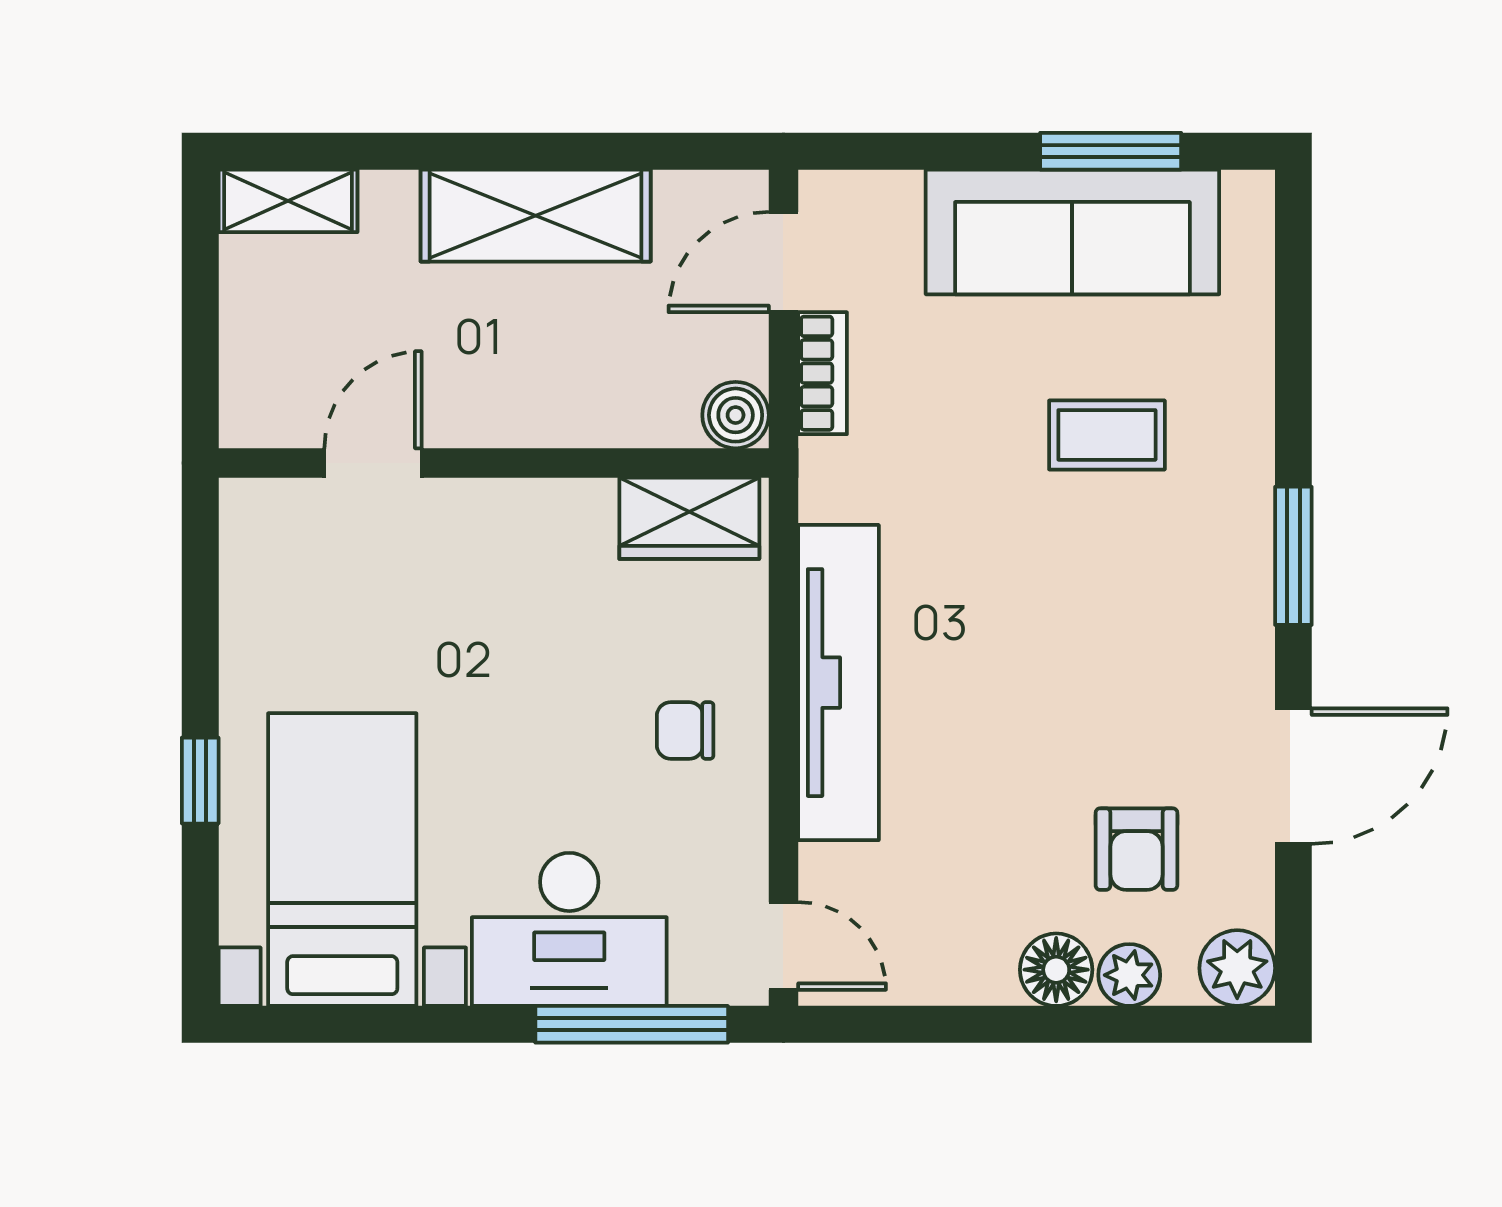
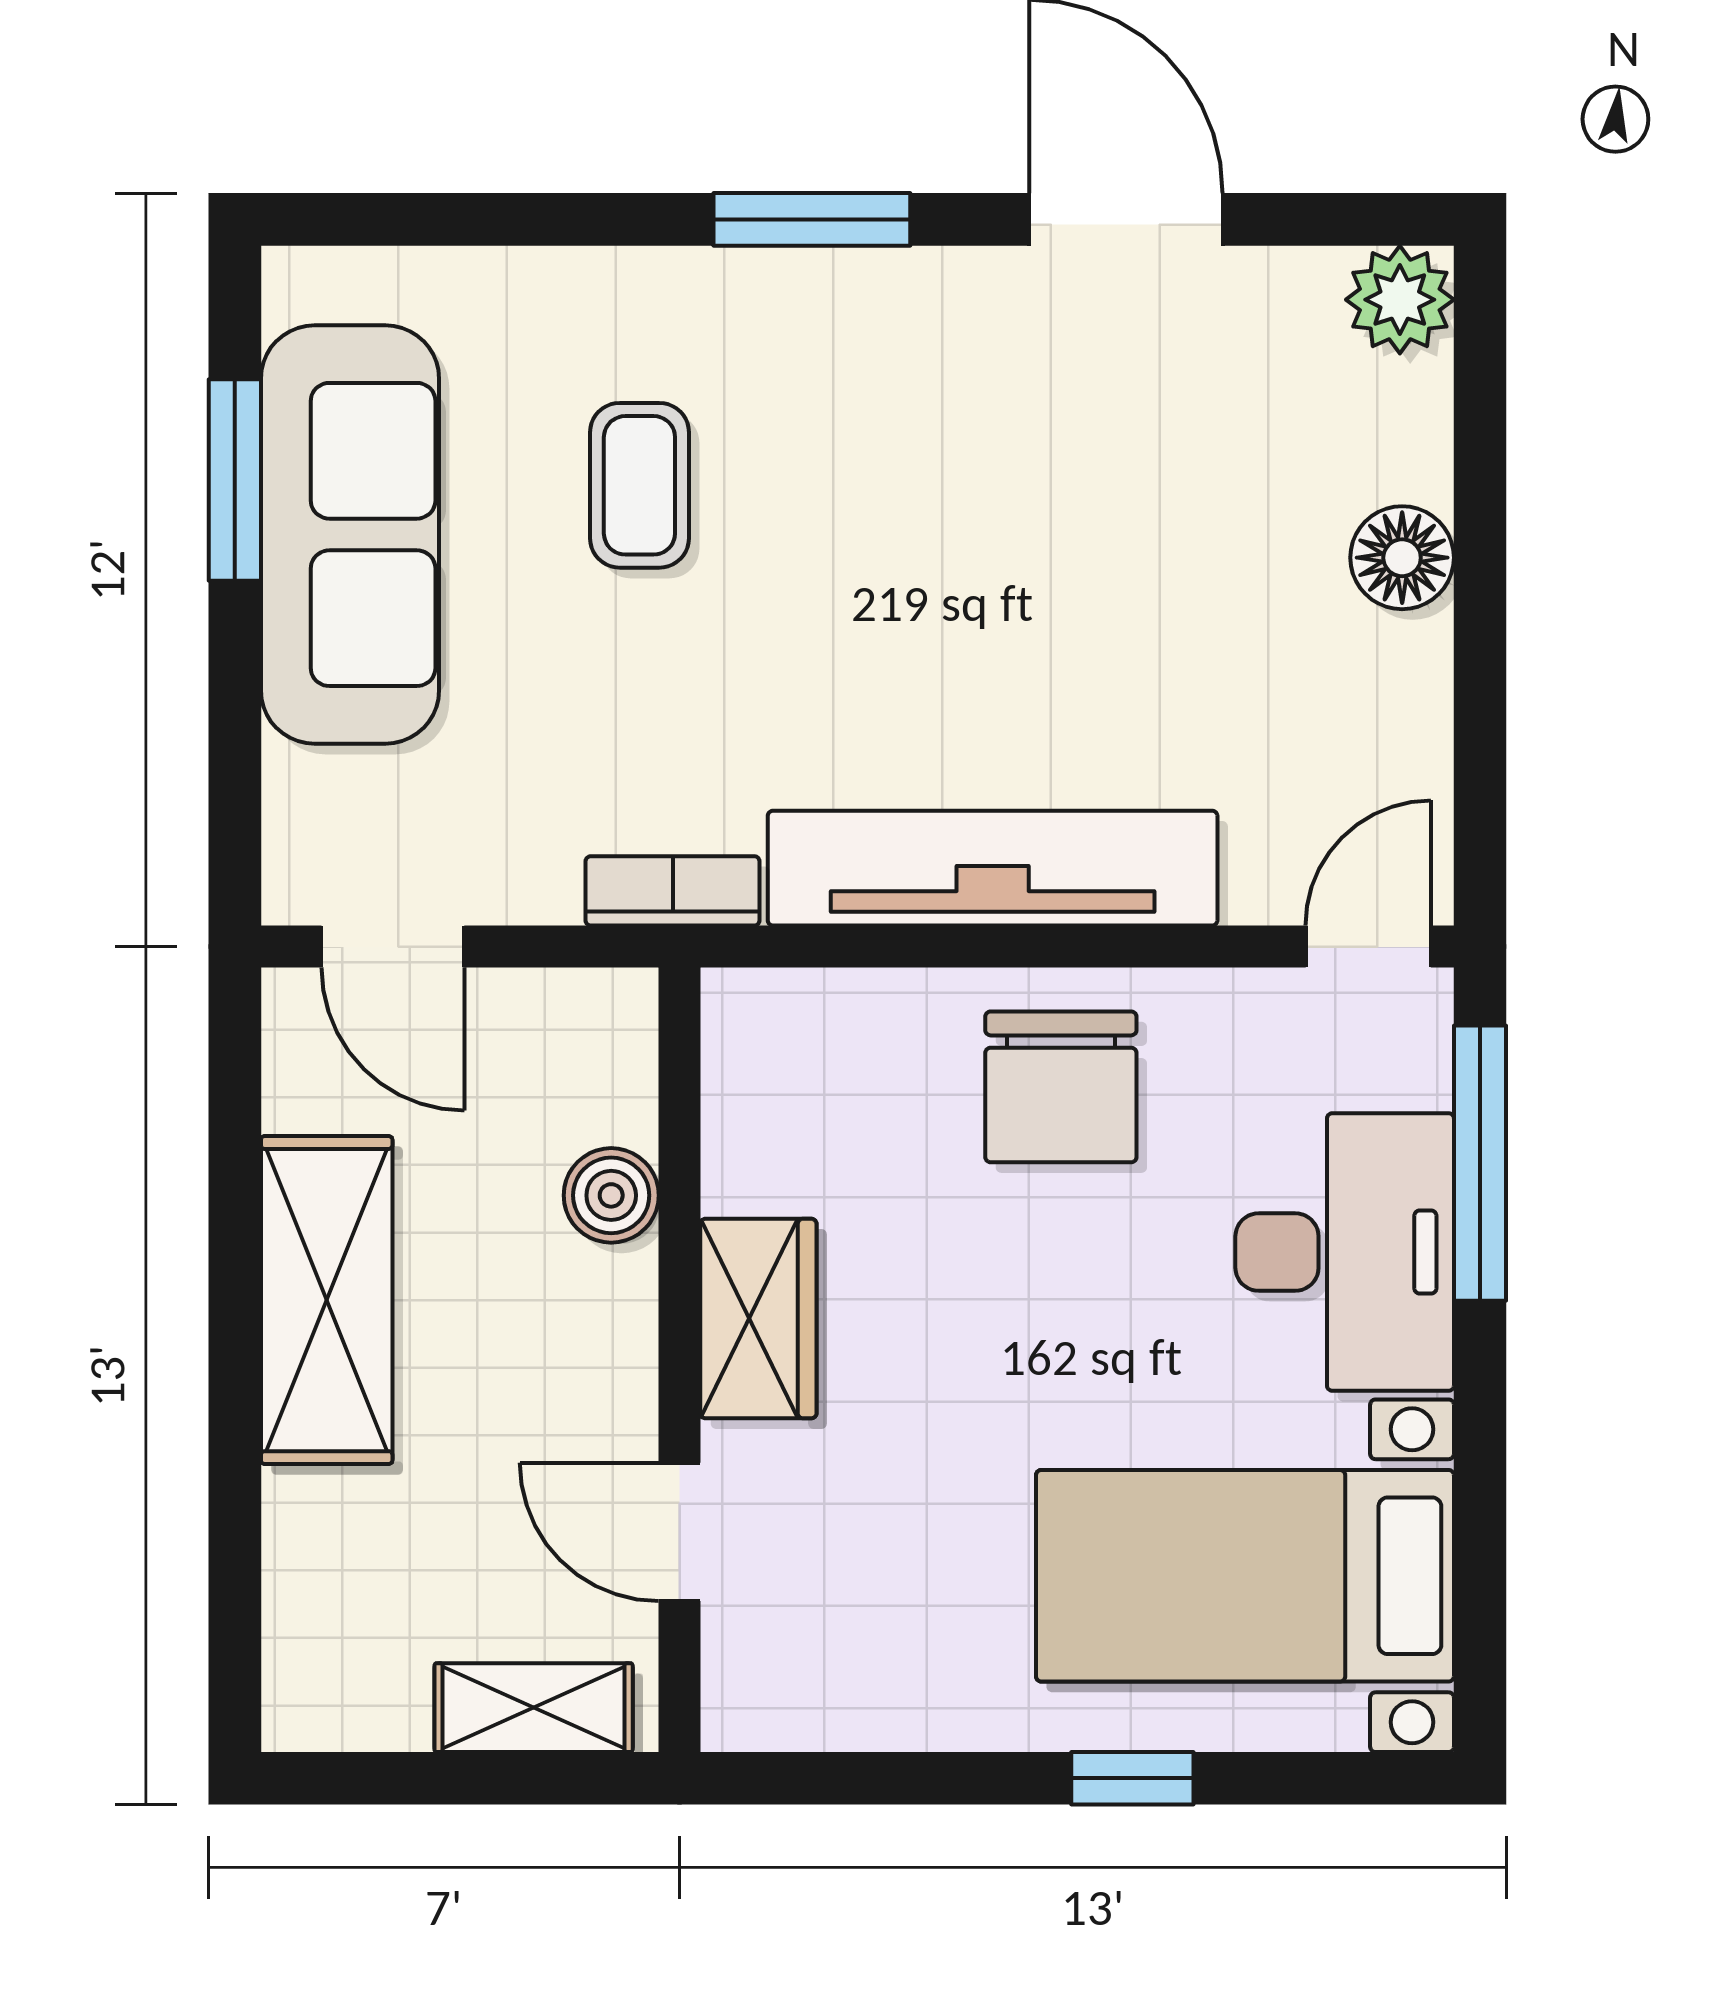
shelving: (288, 201) -> (534, 1708), moved, turned 90
bookcase: (823, 373) -> (673, 891), moved
boiler: (736, 415) -> (611, 1195), moved
wardrobe: (689, 518) -> (758, 1319), moved
chair: (685, 730) -> (1061, 1087), width x1.87, depth x1.87
armchair: (1136, 849) -> (1230, 443), removed
plant: (1129, 975) -> (1410, 454), removed

